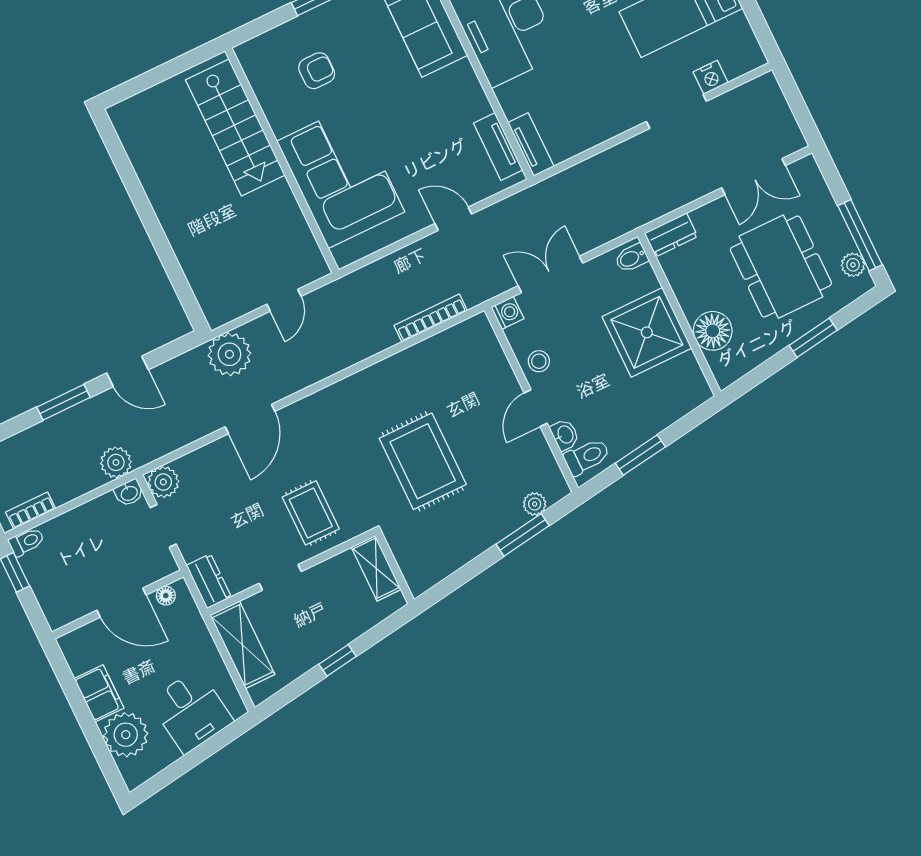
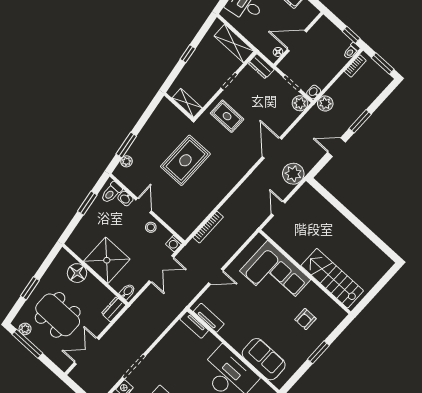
rug: (423, 461) -> (185, 160), turned 90

